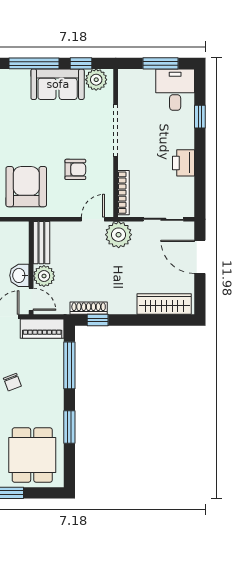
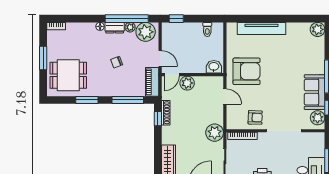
armchair: (75, 169) -> (255, 117), moved, turned -88
door: (93, 219) -> (225, 97), moved
bench: (41, 243) -> (209, 81), removed
washbasin: (19, 275) -> (214, 67), moved

